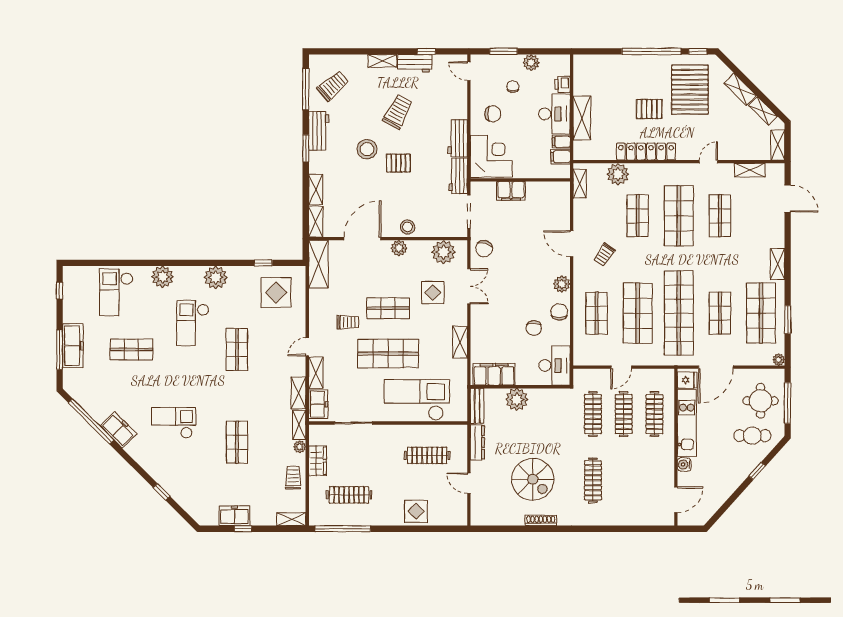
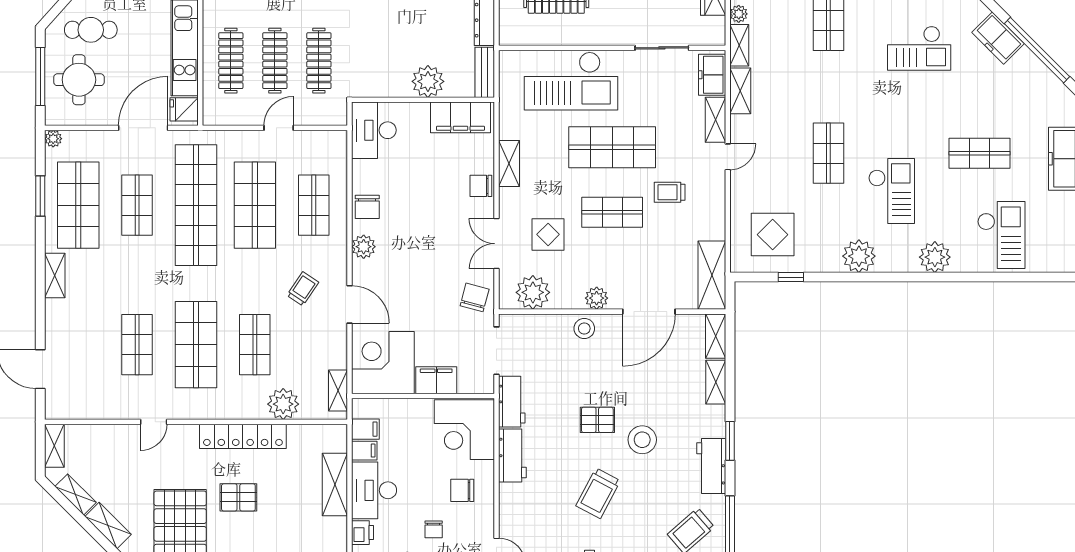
shelving: (750, 170) -> (94, 410), removed
corner desk: (548, 203) -> (383, 363), added
chair: (534, 328) -> (481, 186), moved, turned -90

